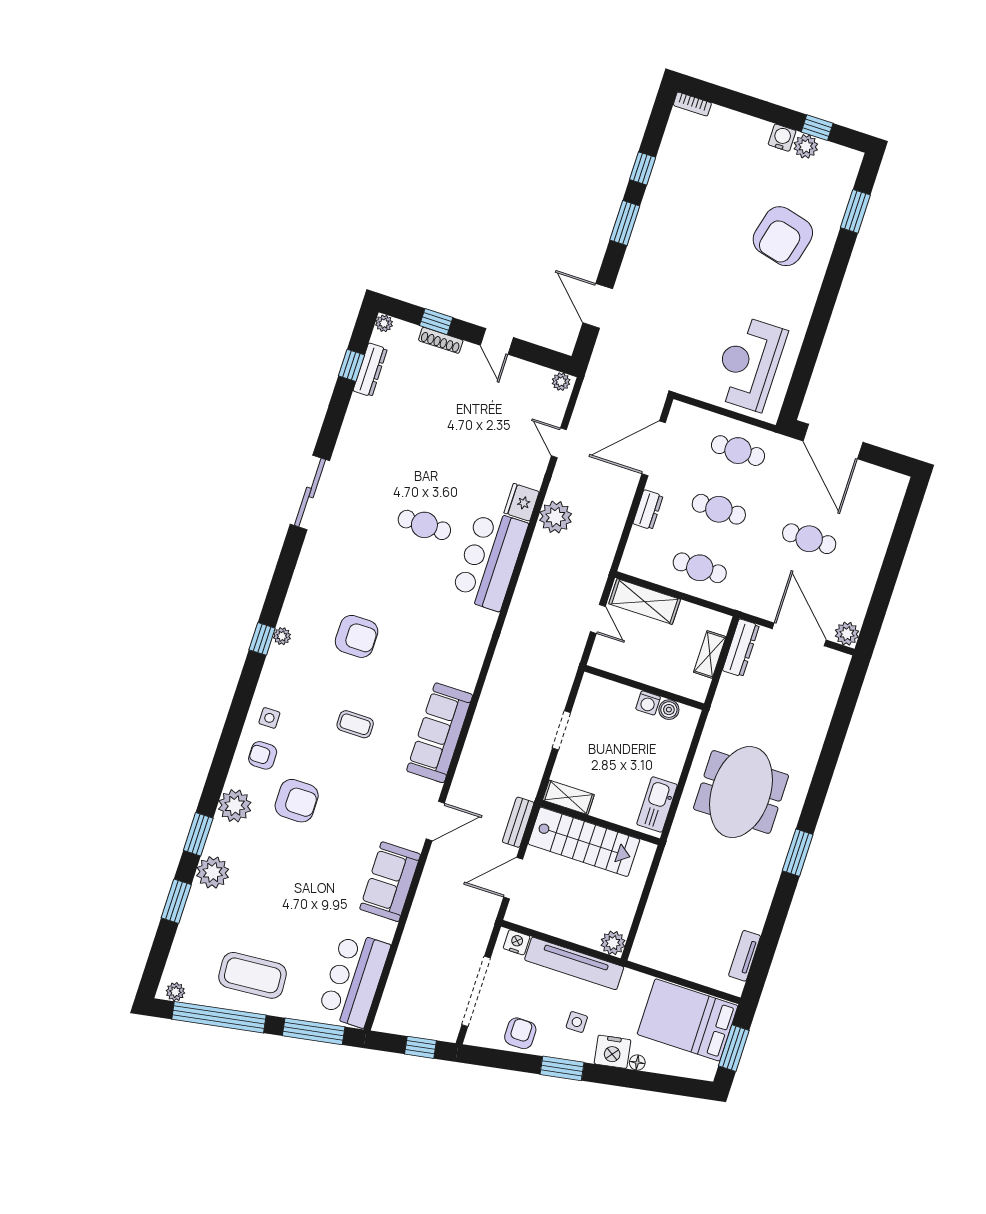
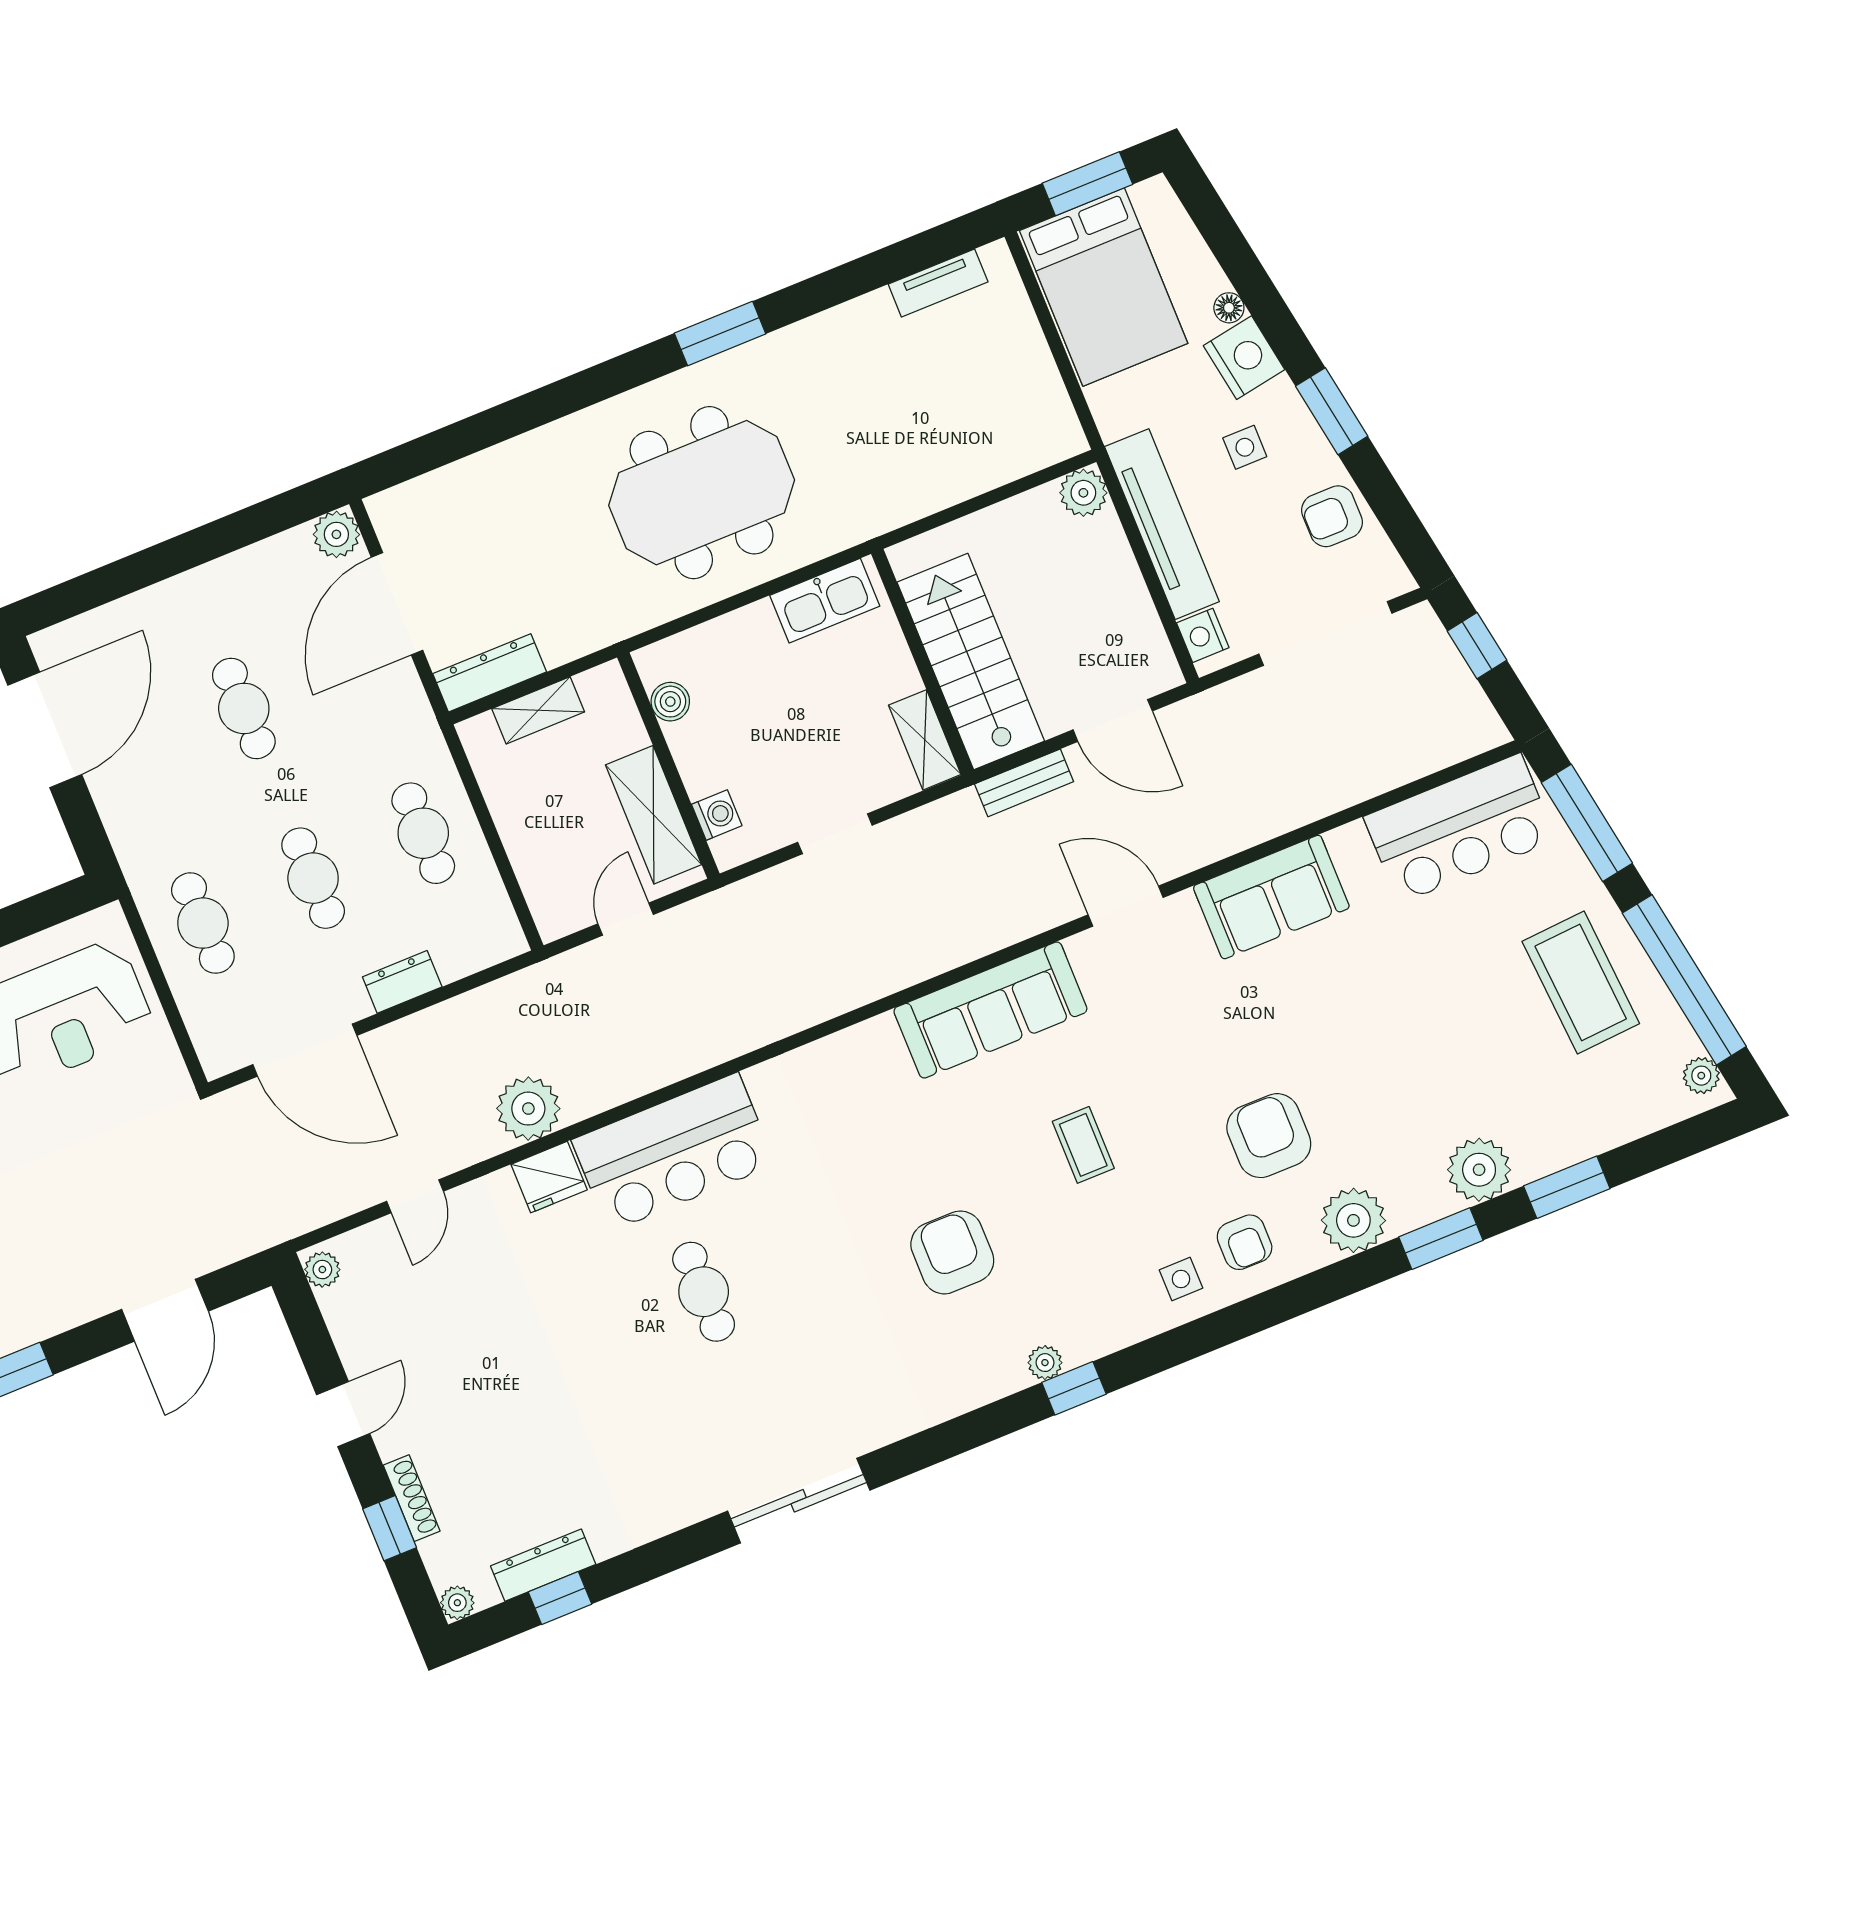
door: (833, 442) -> (45, 730), moved
shelving: (645, 602) -> (654, 815), moved
washing machine: (648, 703) -> (717, 815), moved

